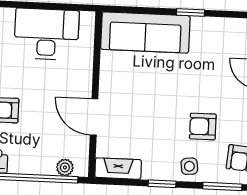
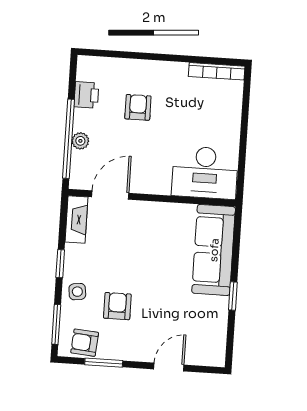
desk: (47, 34) -> (205, 173), moved, turned 90
door: (94, 117) -> (110, 195), moved
plant: (65, 167) -> (80, 141), moved

